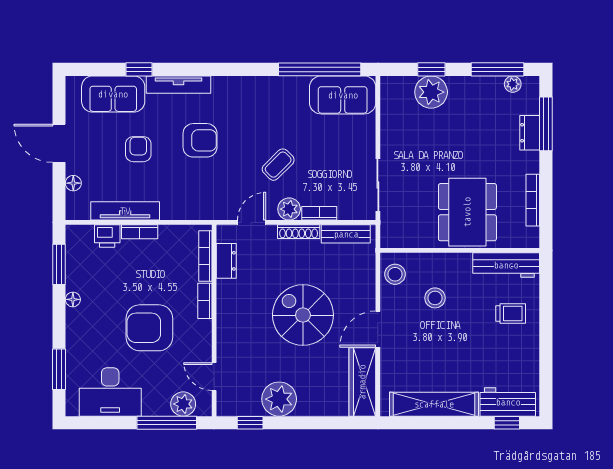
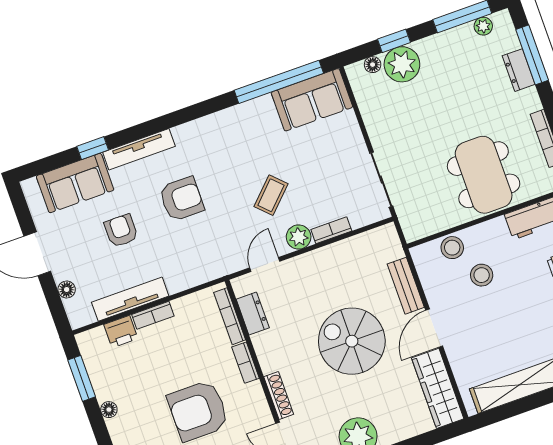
floor lamp: (406, 83) -> (373, 65), added
shoe rack: (299, 232) -> (279, 395), moved, turned -90
bench: (346, 234) -> (406, 286), moved, turned 90
stool: (395, 274) -> (452, 248), moved

